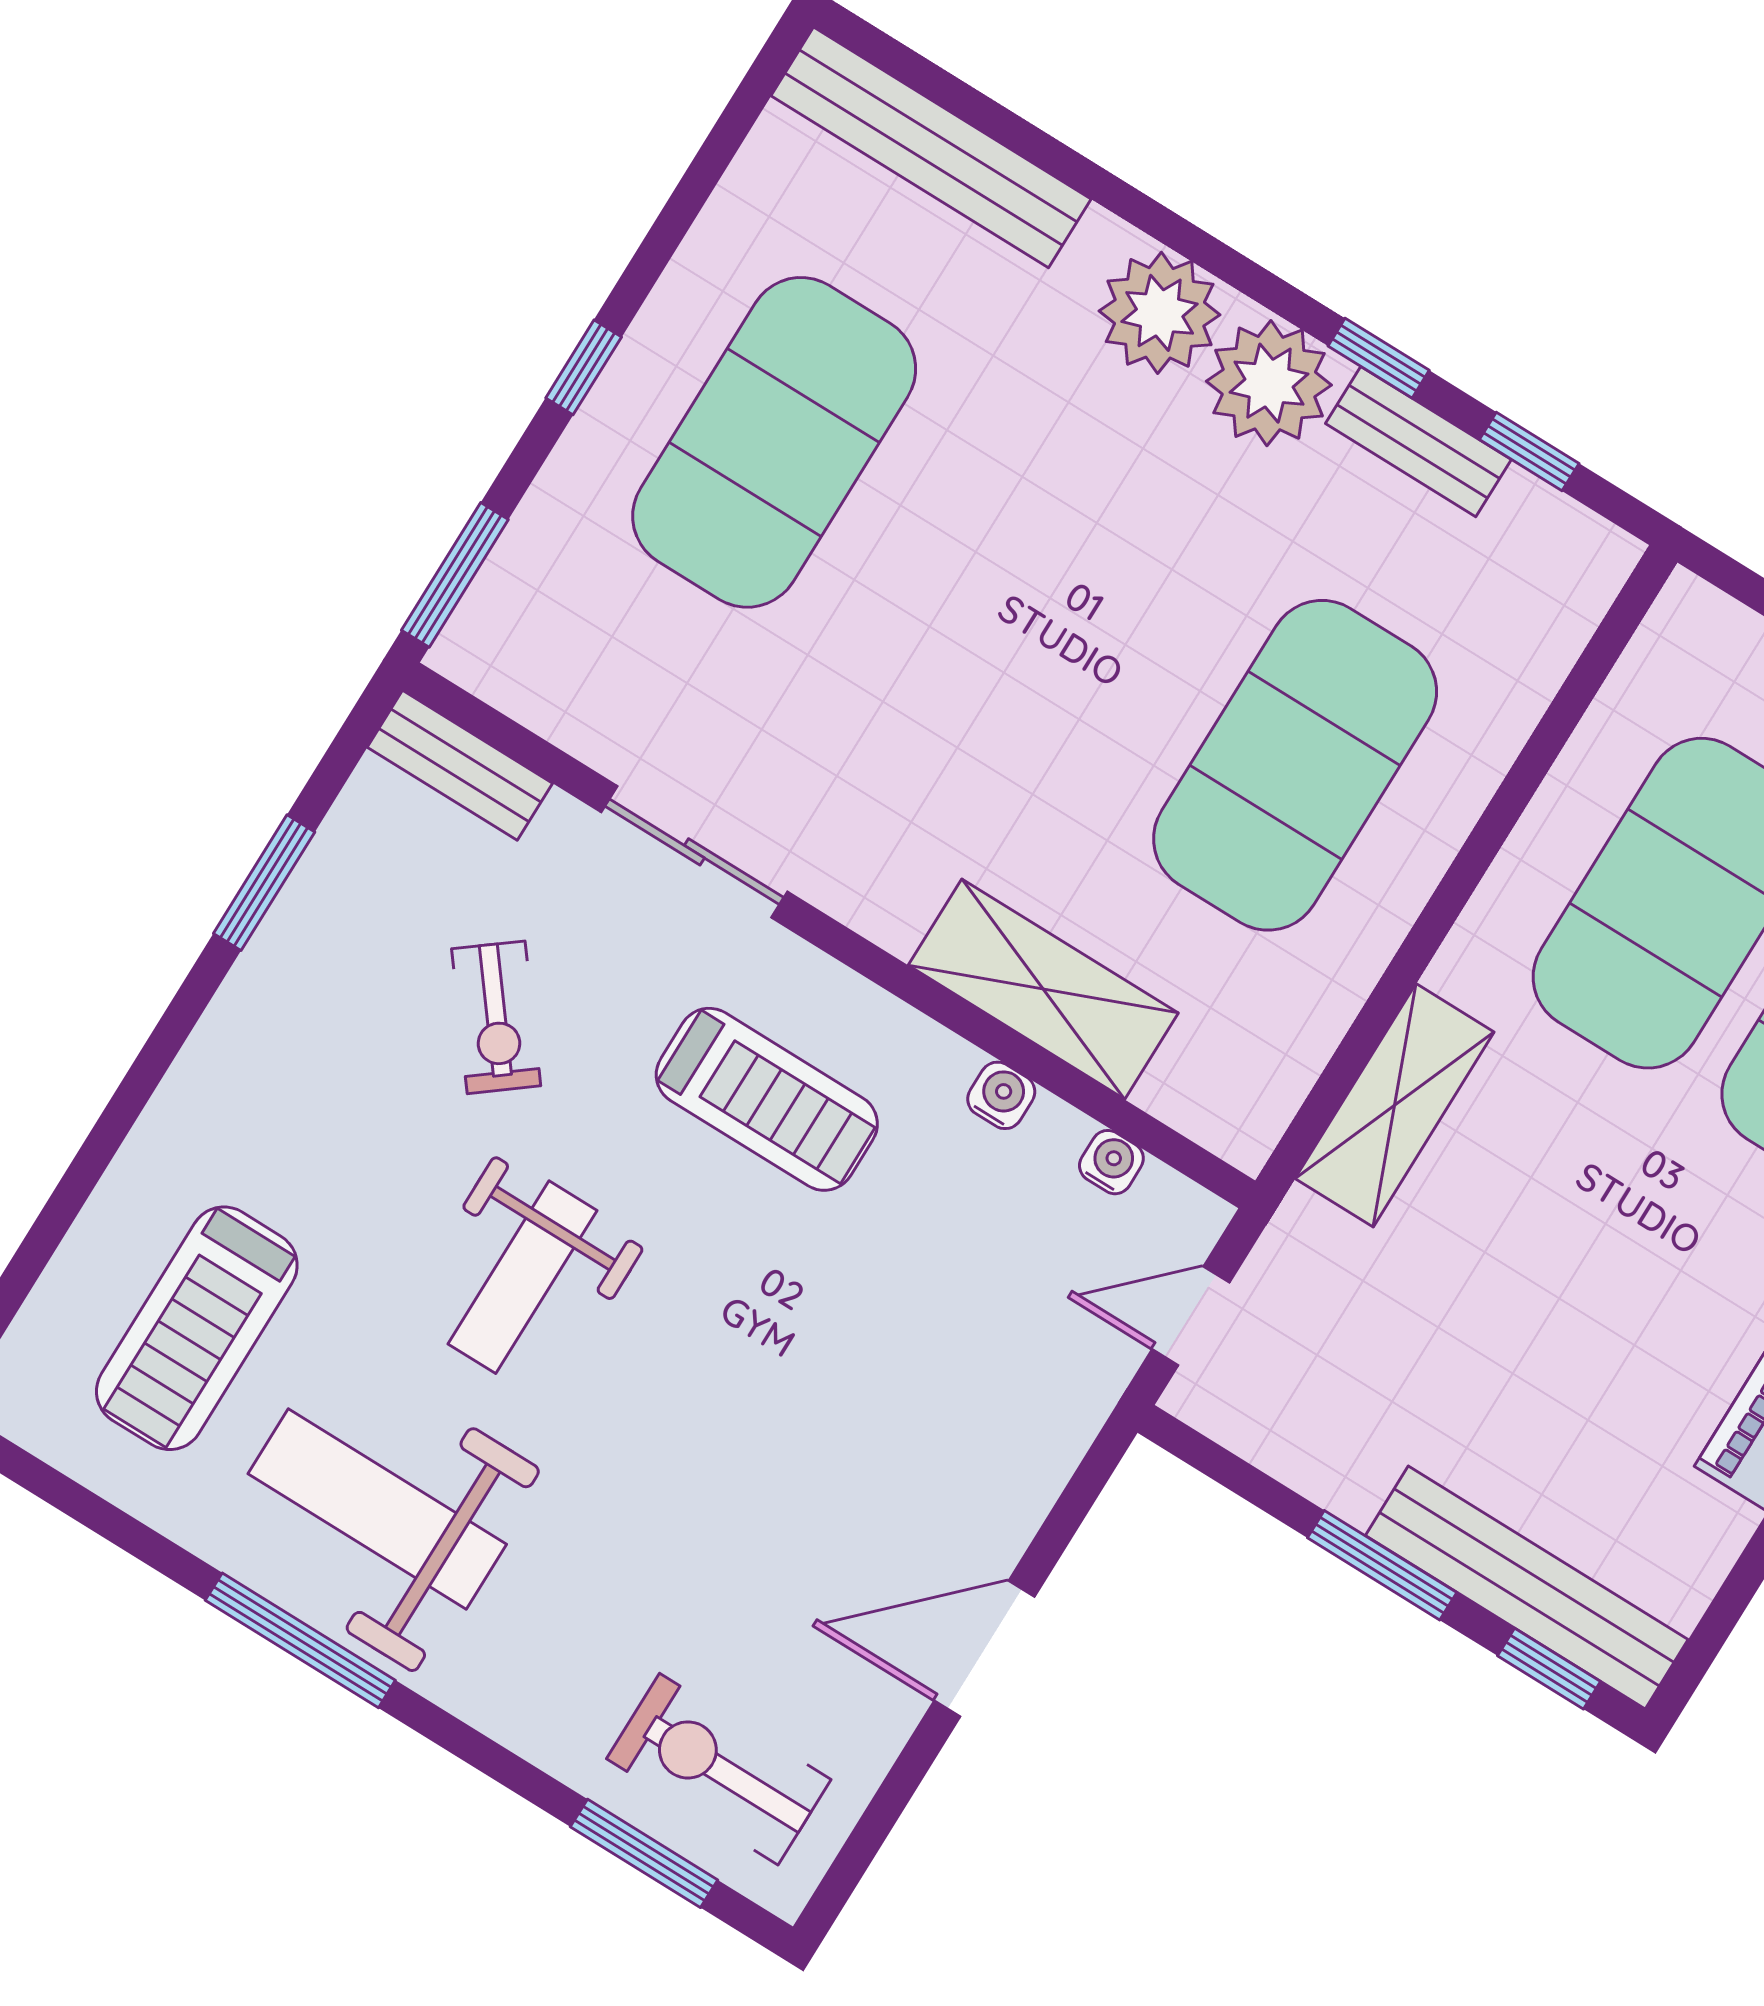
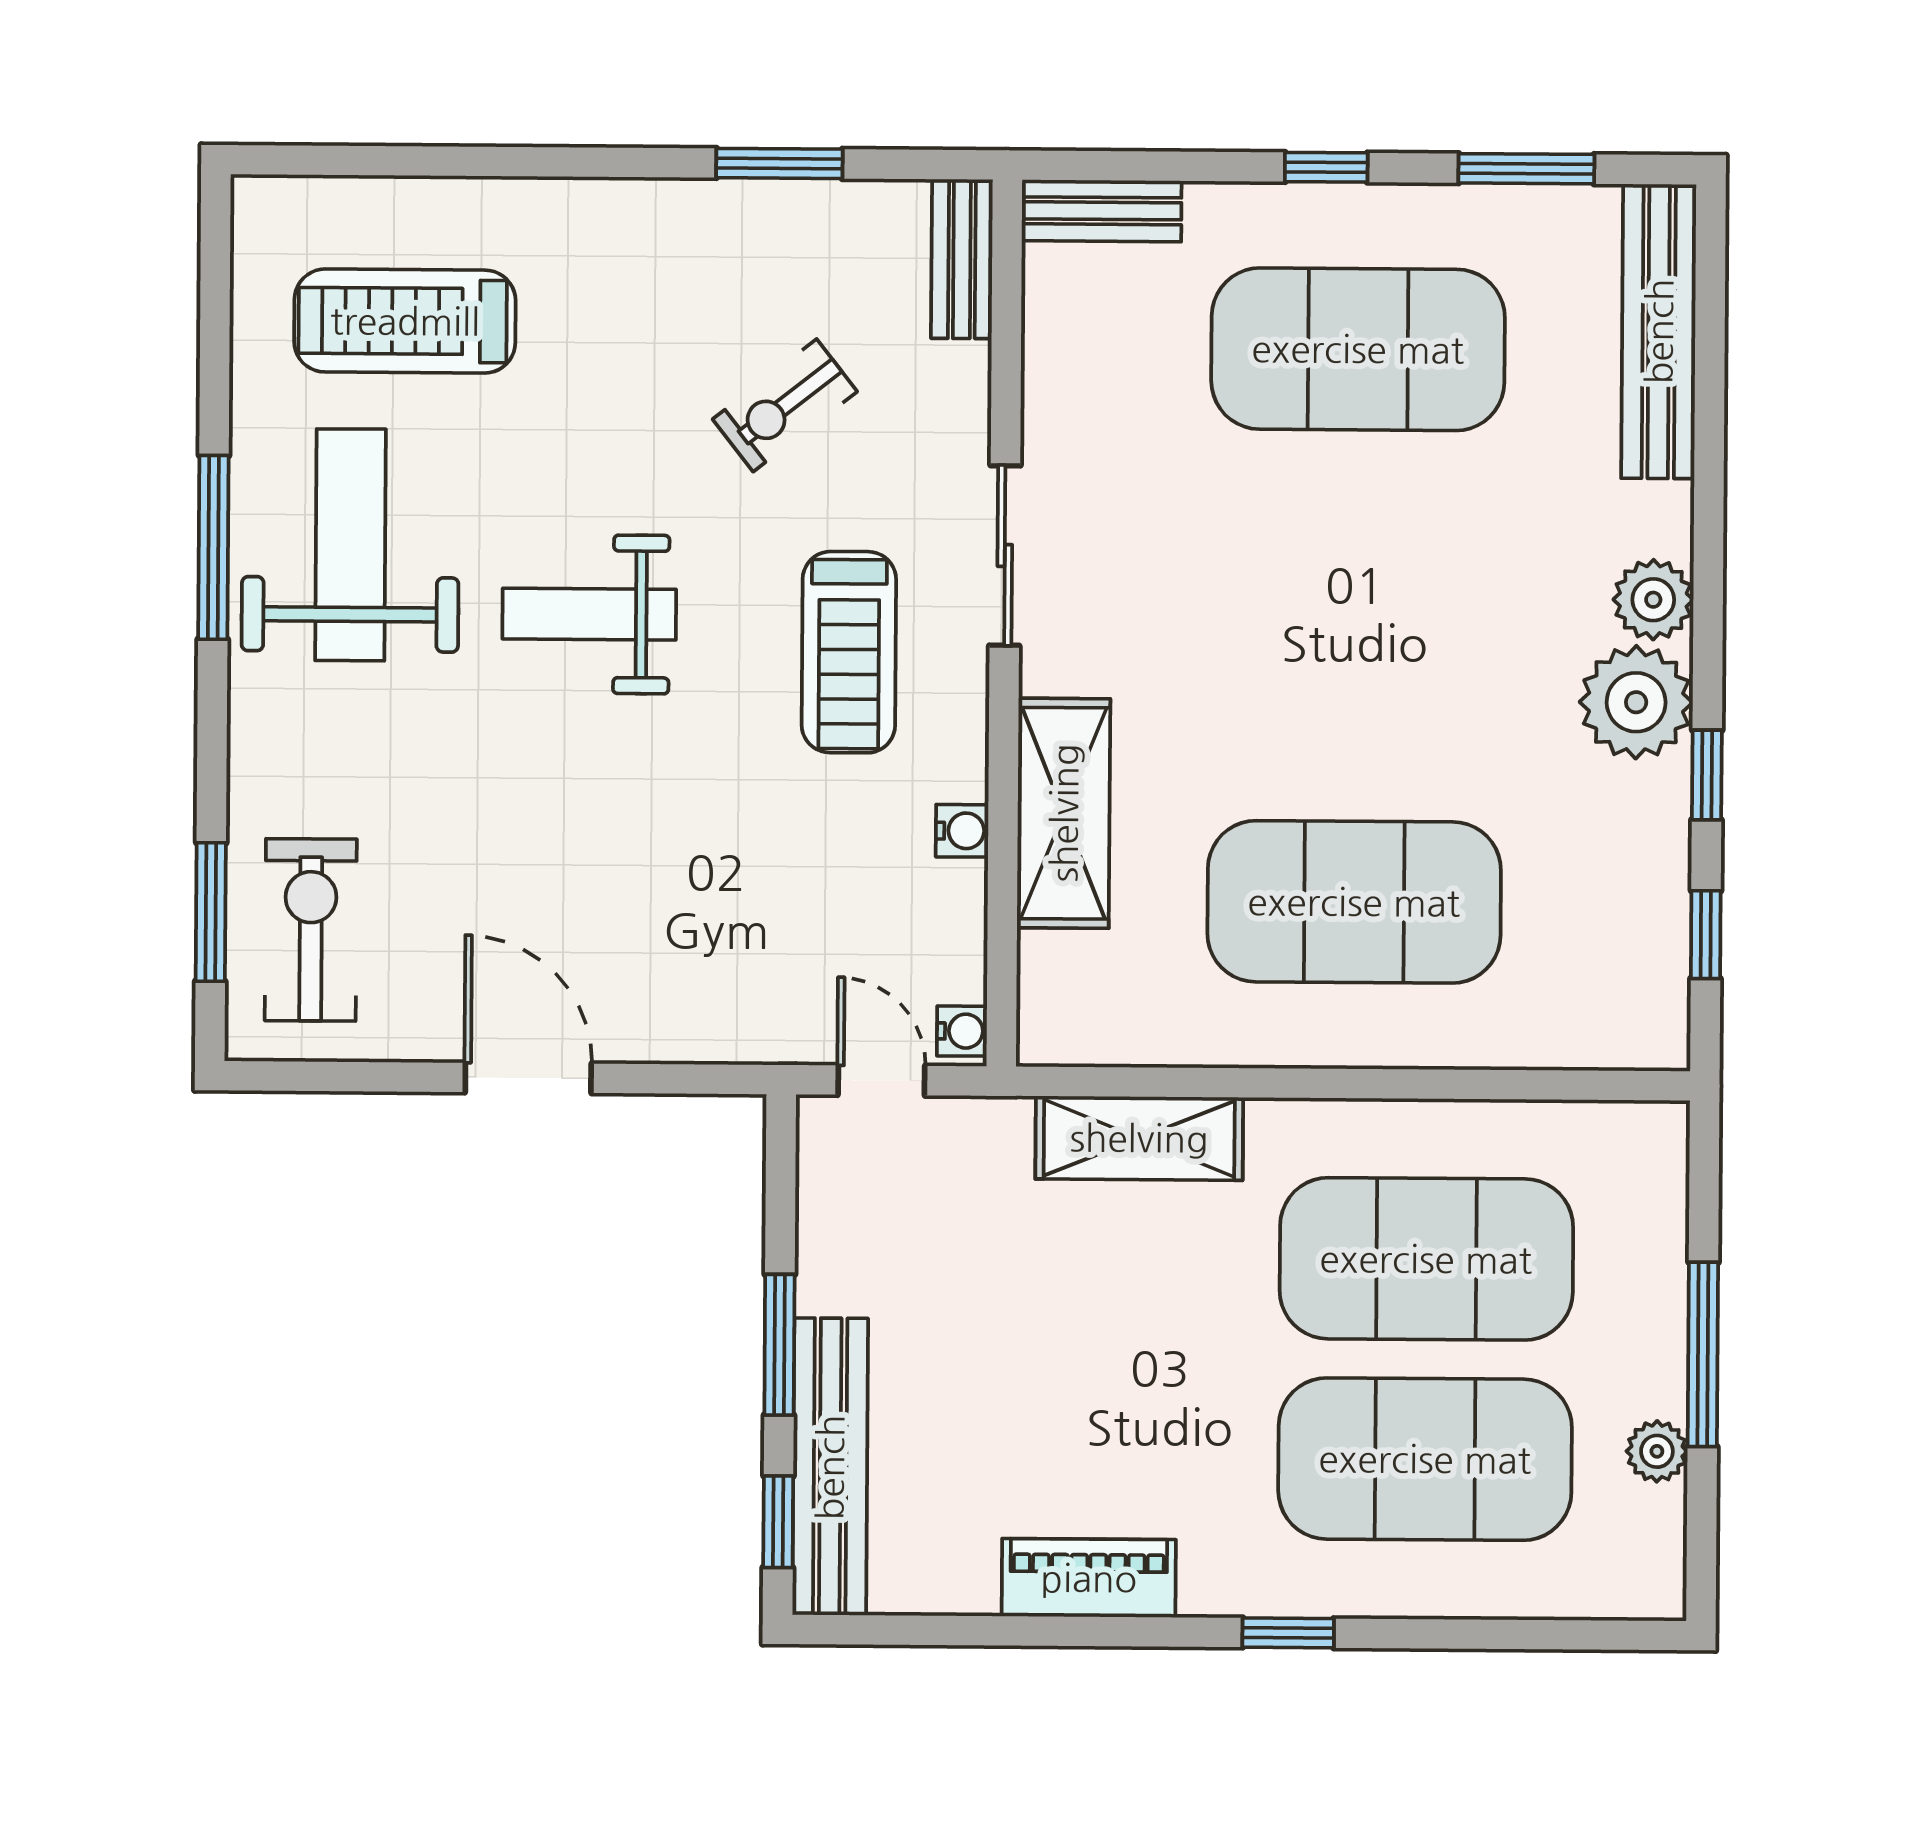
plant: (1160, 313) -> (1653, 600), width x0.73, depth x0.73
bench: (1418, 442) -> (1102, 211), moved, turned 90
window: (455, 575) -> (1526, 169), moved
sliding door: (694, 852) -> (1005, 555), moved
water cooler: (1111, 1162) -> (962, 1031), moved
weight bench: (522, 1277) -> (589, 614), moved

